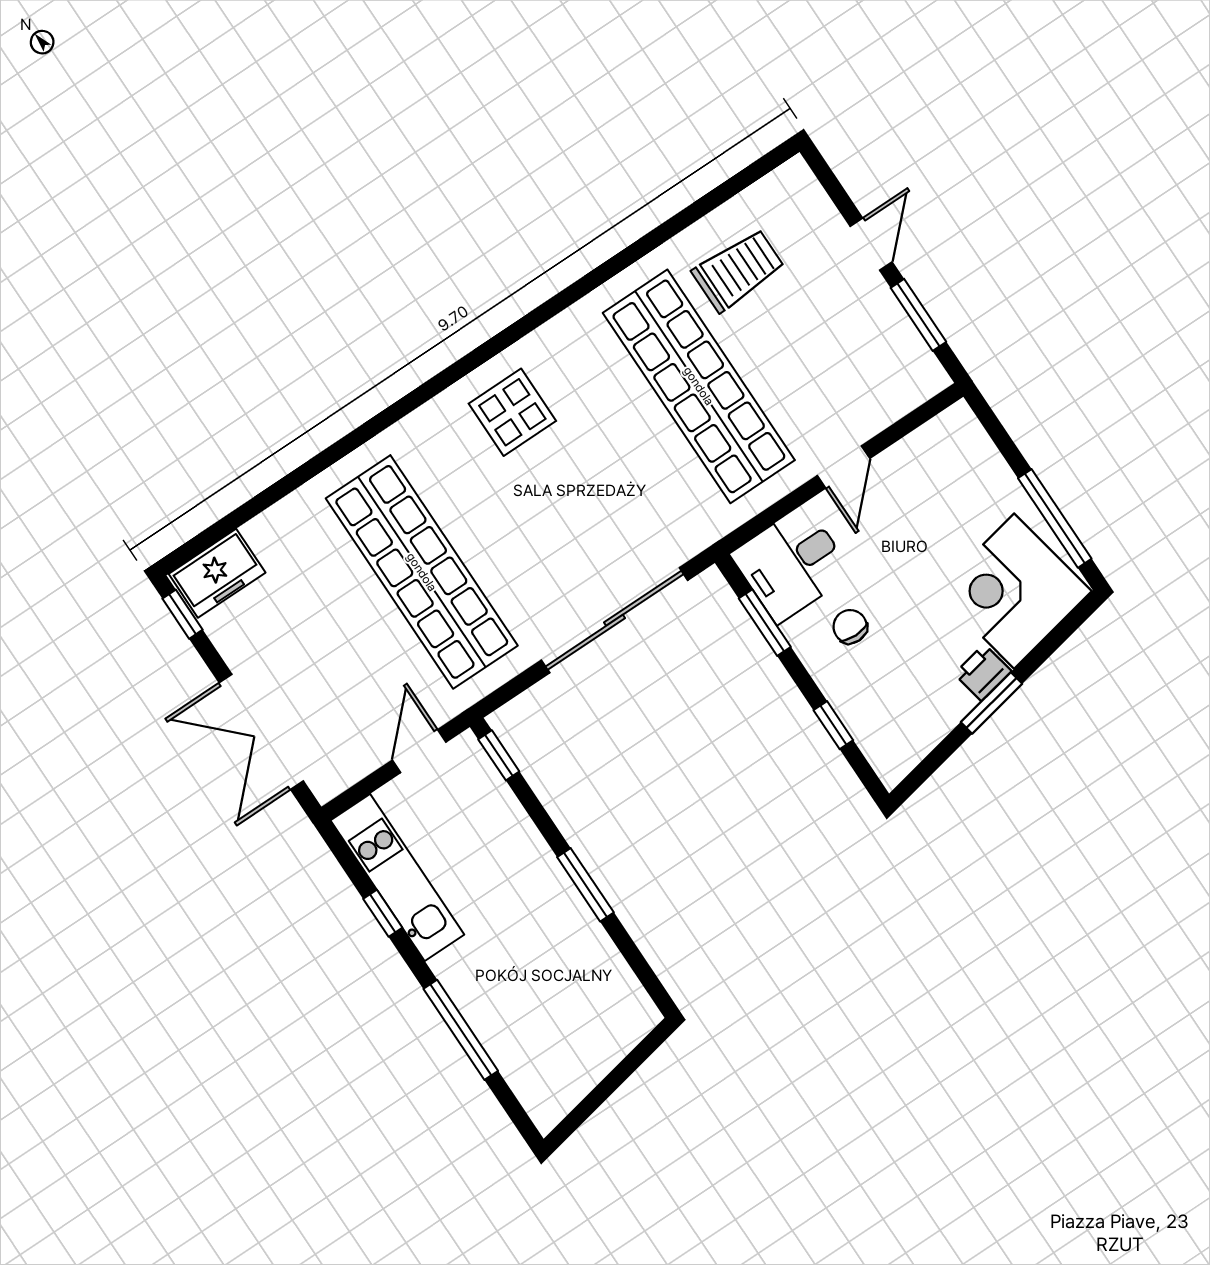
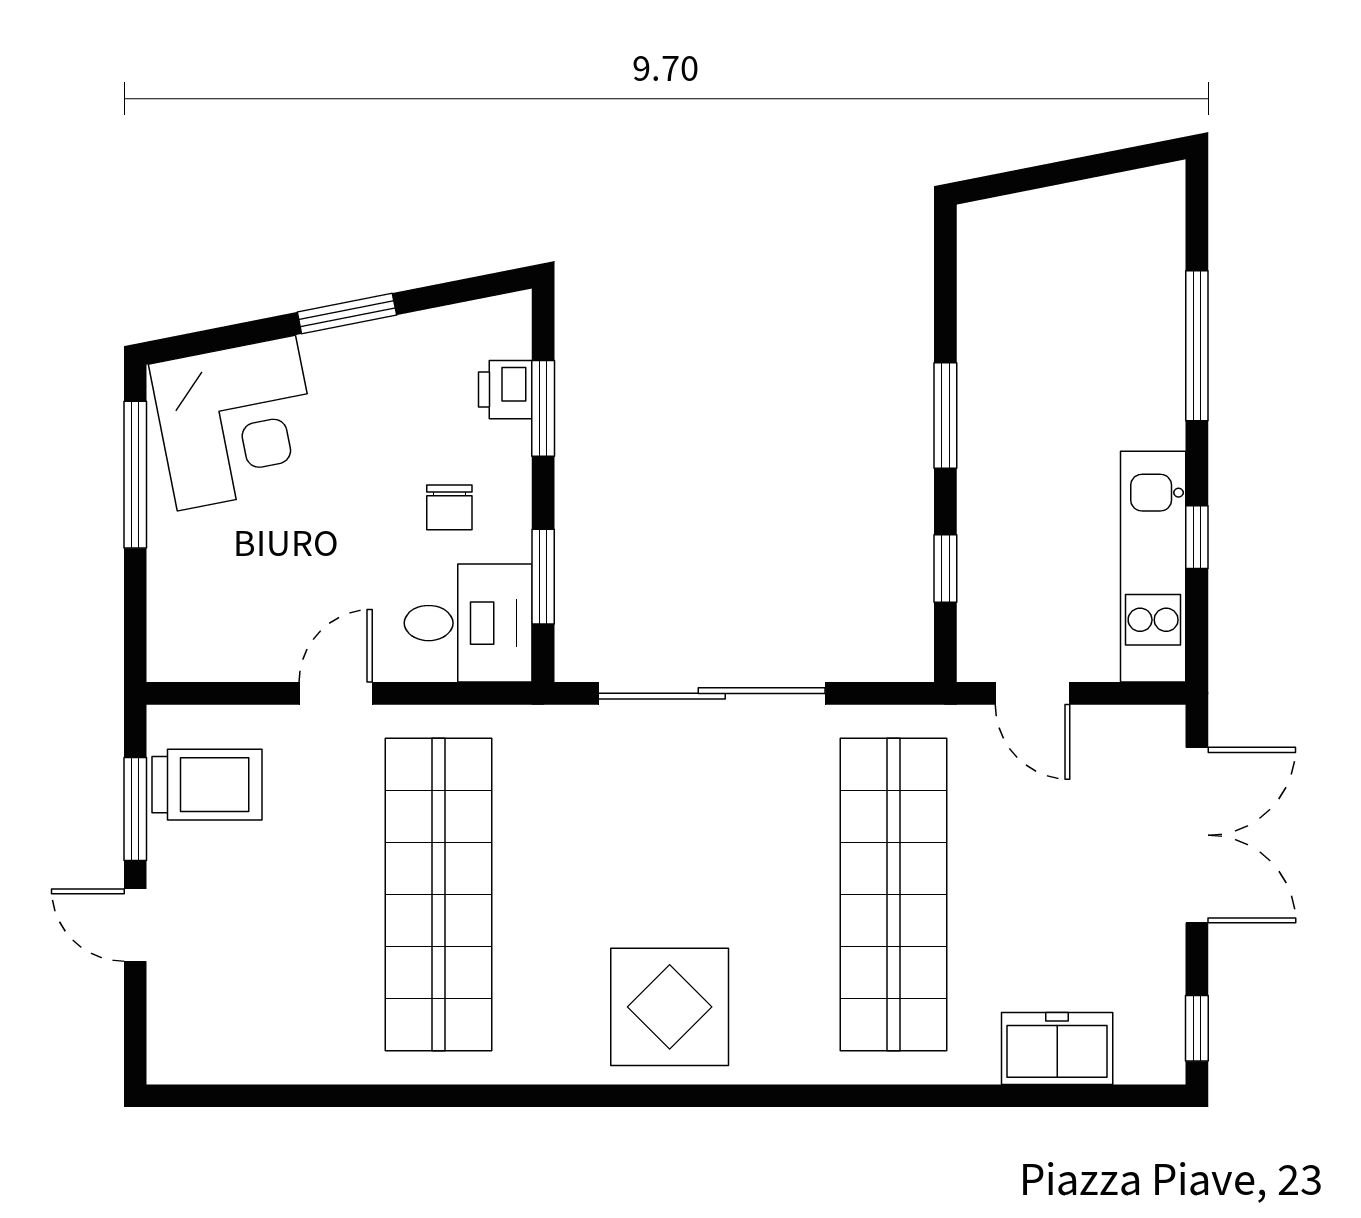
door: (871, 244) -> (135, 925), hinge flipped
trolley: (738, 270) -> (207, 785), moved, turned 180
display table: (512, 412) -> (670, 1007), width x1.36, depth x1.36
freezer: (217, 573) -> (1057, 1048), moved
printer: (983, 672) -> (505, 390), moved, turned 101
window: (833, 725) -> (543, 408), width x1.50
door: (419, 751) -> (1033, 693), hinge flipped
window: (499, 755) -> (945, 568), moved

